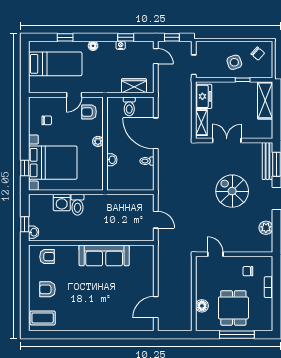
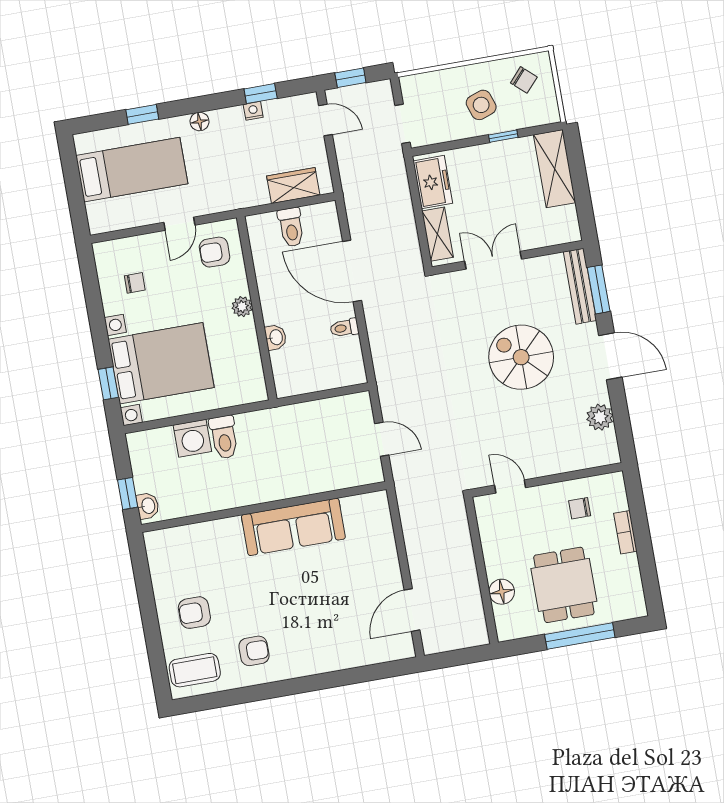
armchair: (47, 257) -> (254, 651), moved

